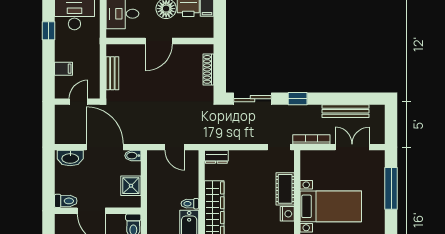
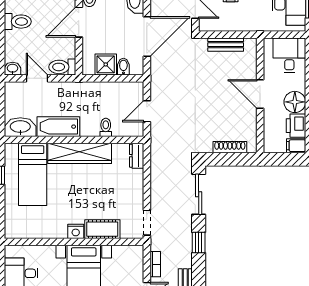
bookcase: (311, 139) -> (155, 264), width x0.64
bidet: (133, 156) -> (123, 67), moved
toilet: (190, 204) -> (106, 127), moved

